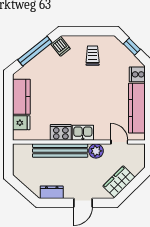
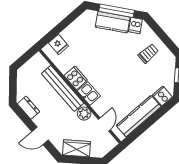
kitchen counter: (21, 97) -> (113, 22), moved, turned 51

